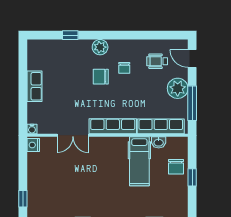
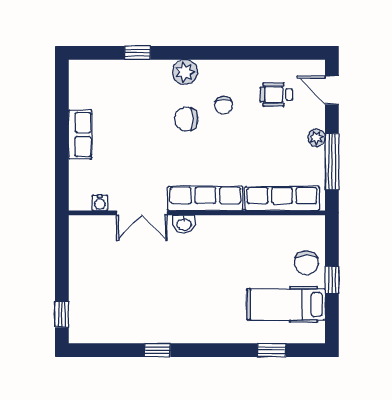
plant: (178, 88) -> (317, 138), width x0.53, depth x0.53
water cooler: (32, 129) -> (100, 203), moved
washbasin: (159, 142) -> (184, 224), moved
nightstand: (33, 145) -> (78, 228), removed
hospital bed: (139, 161) -> (286, 304), moved, turned 90

